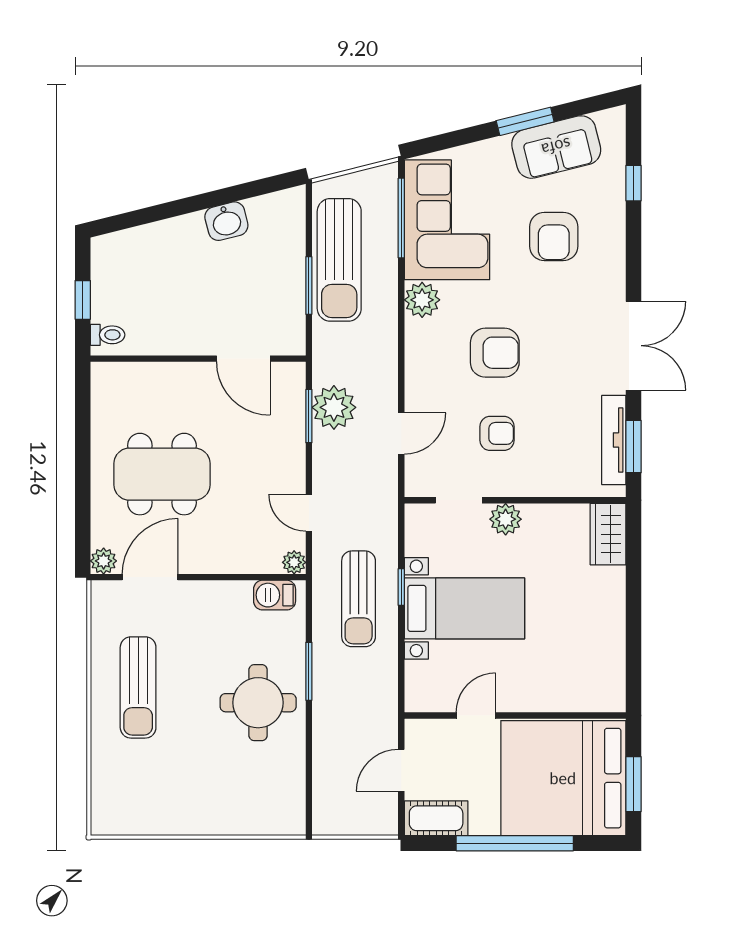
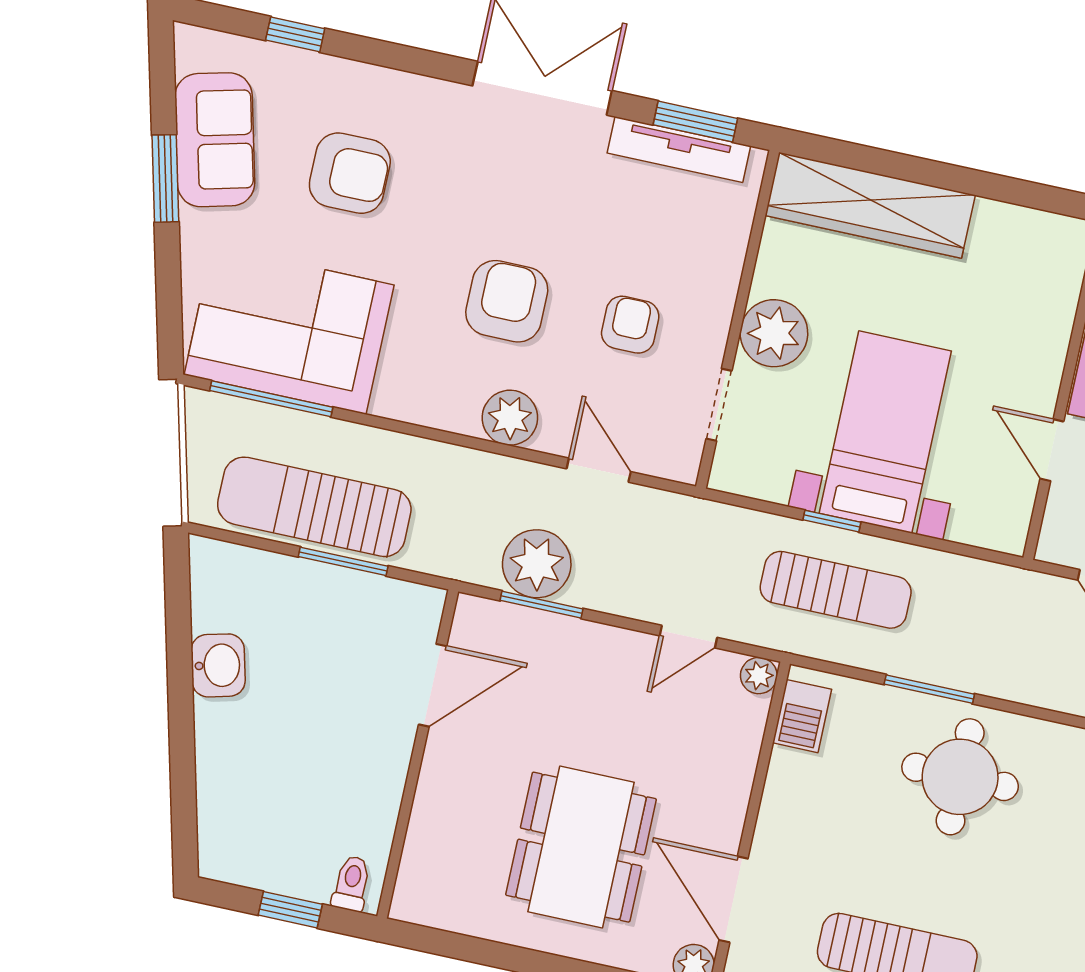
sun lounger: (339, 260) -> (314, 507), turned 180
plant: (422, 300) -> (510, 418), moved
plant: (506, 519) -> (774, 333), width x1.36, depth x1.36
wardrobe: (608, 534) -> (870, 205), width x2.10, depth x1.17

